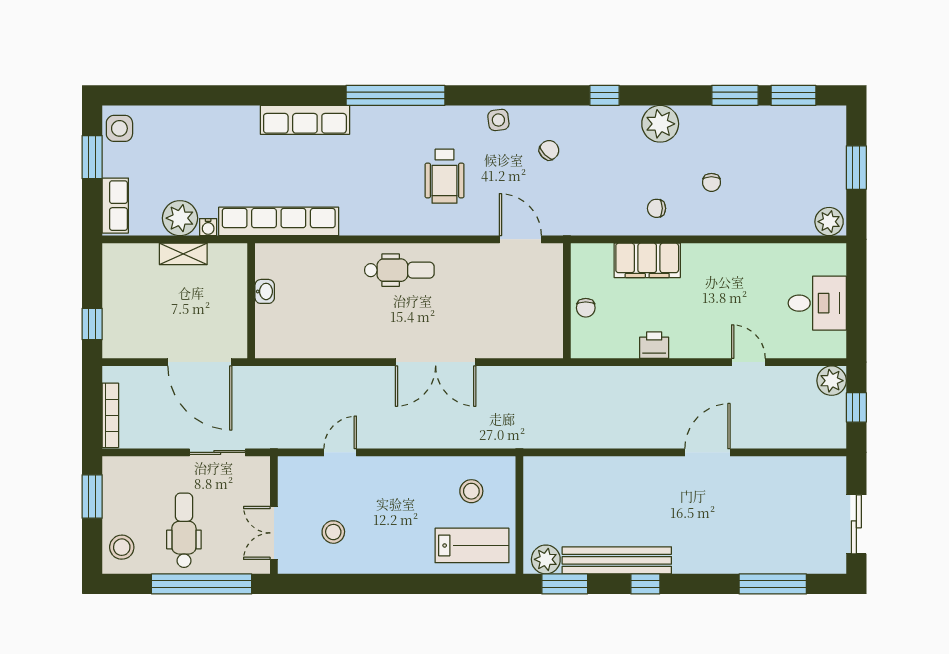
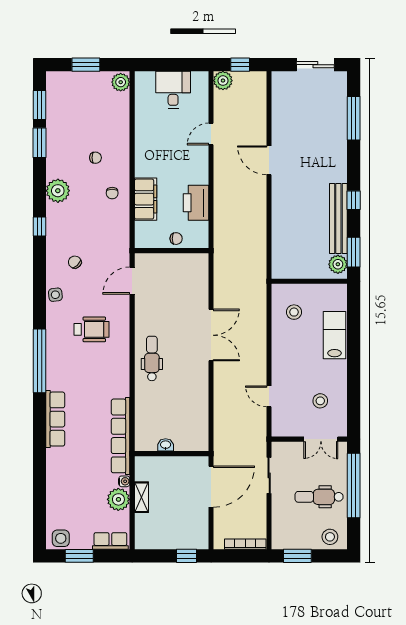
printer: (654, 345) -> (196, 203), width x1.87, depth x1.48
lab bench: (472, 545) -> (334, 335), moved

